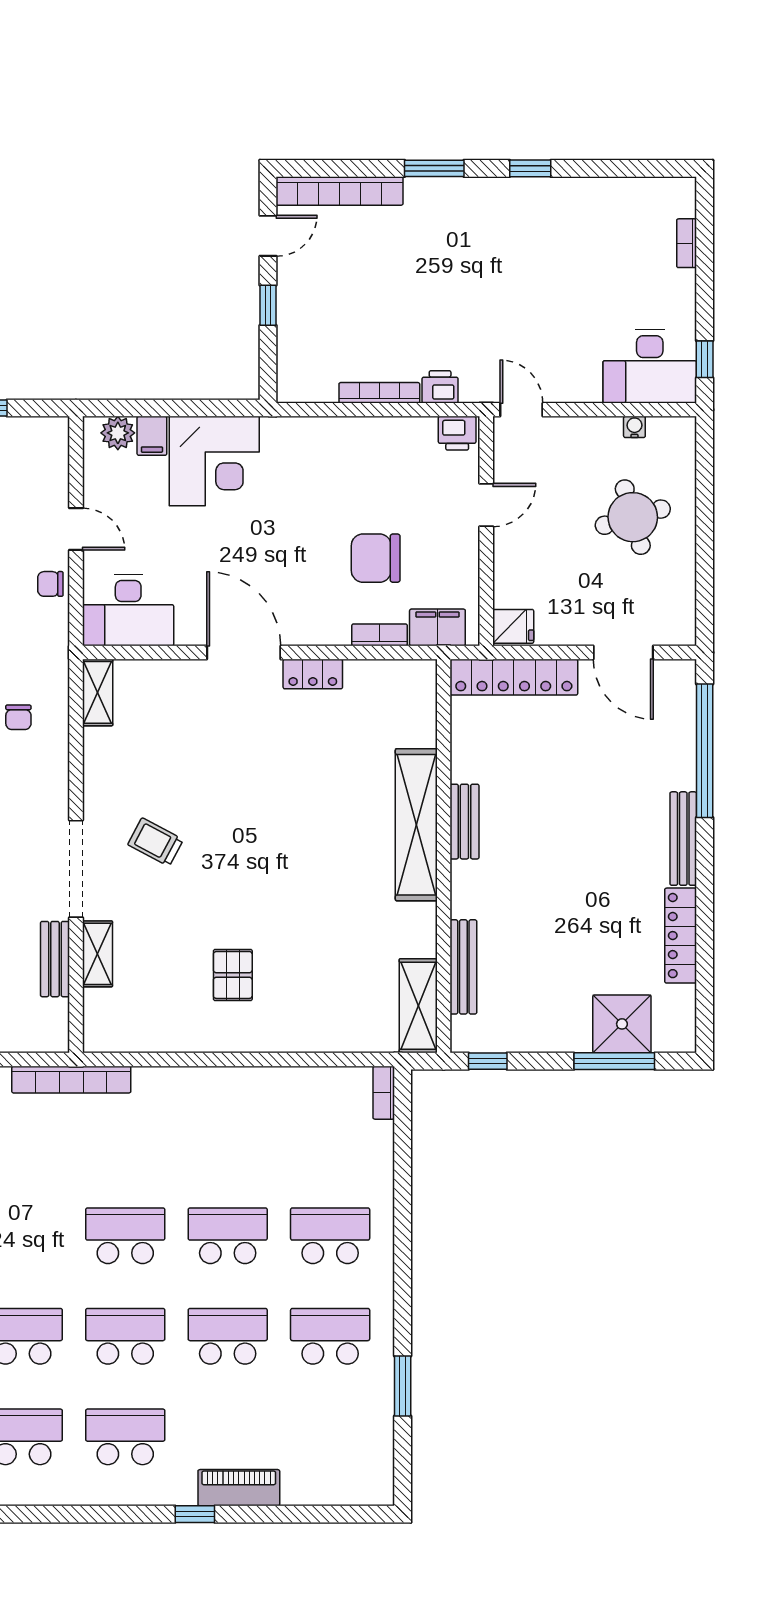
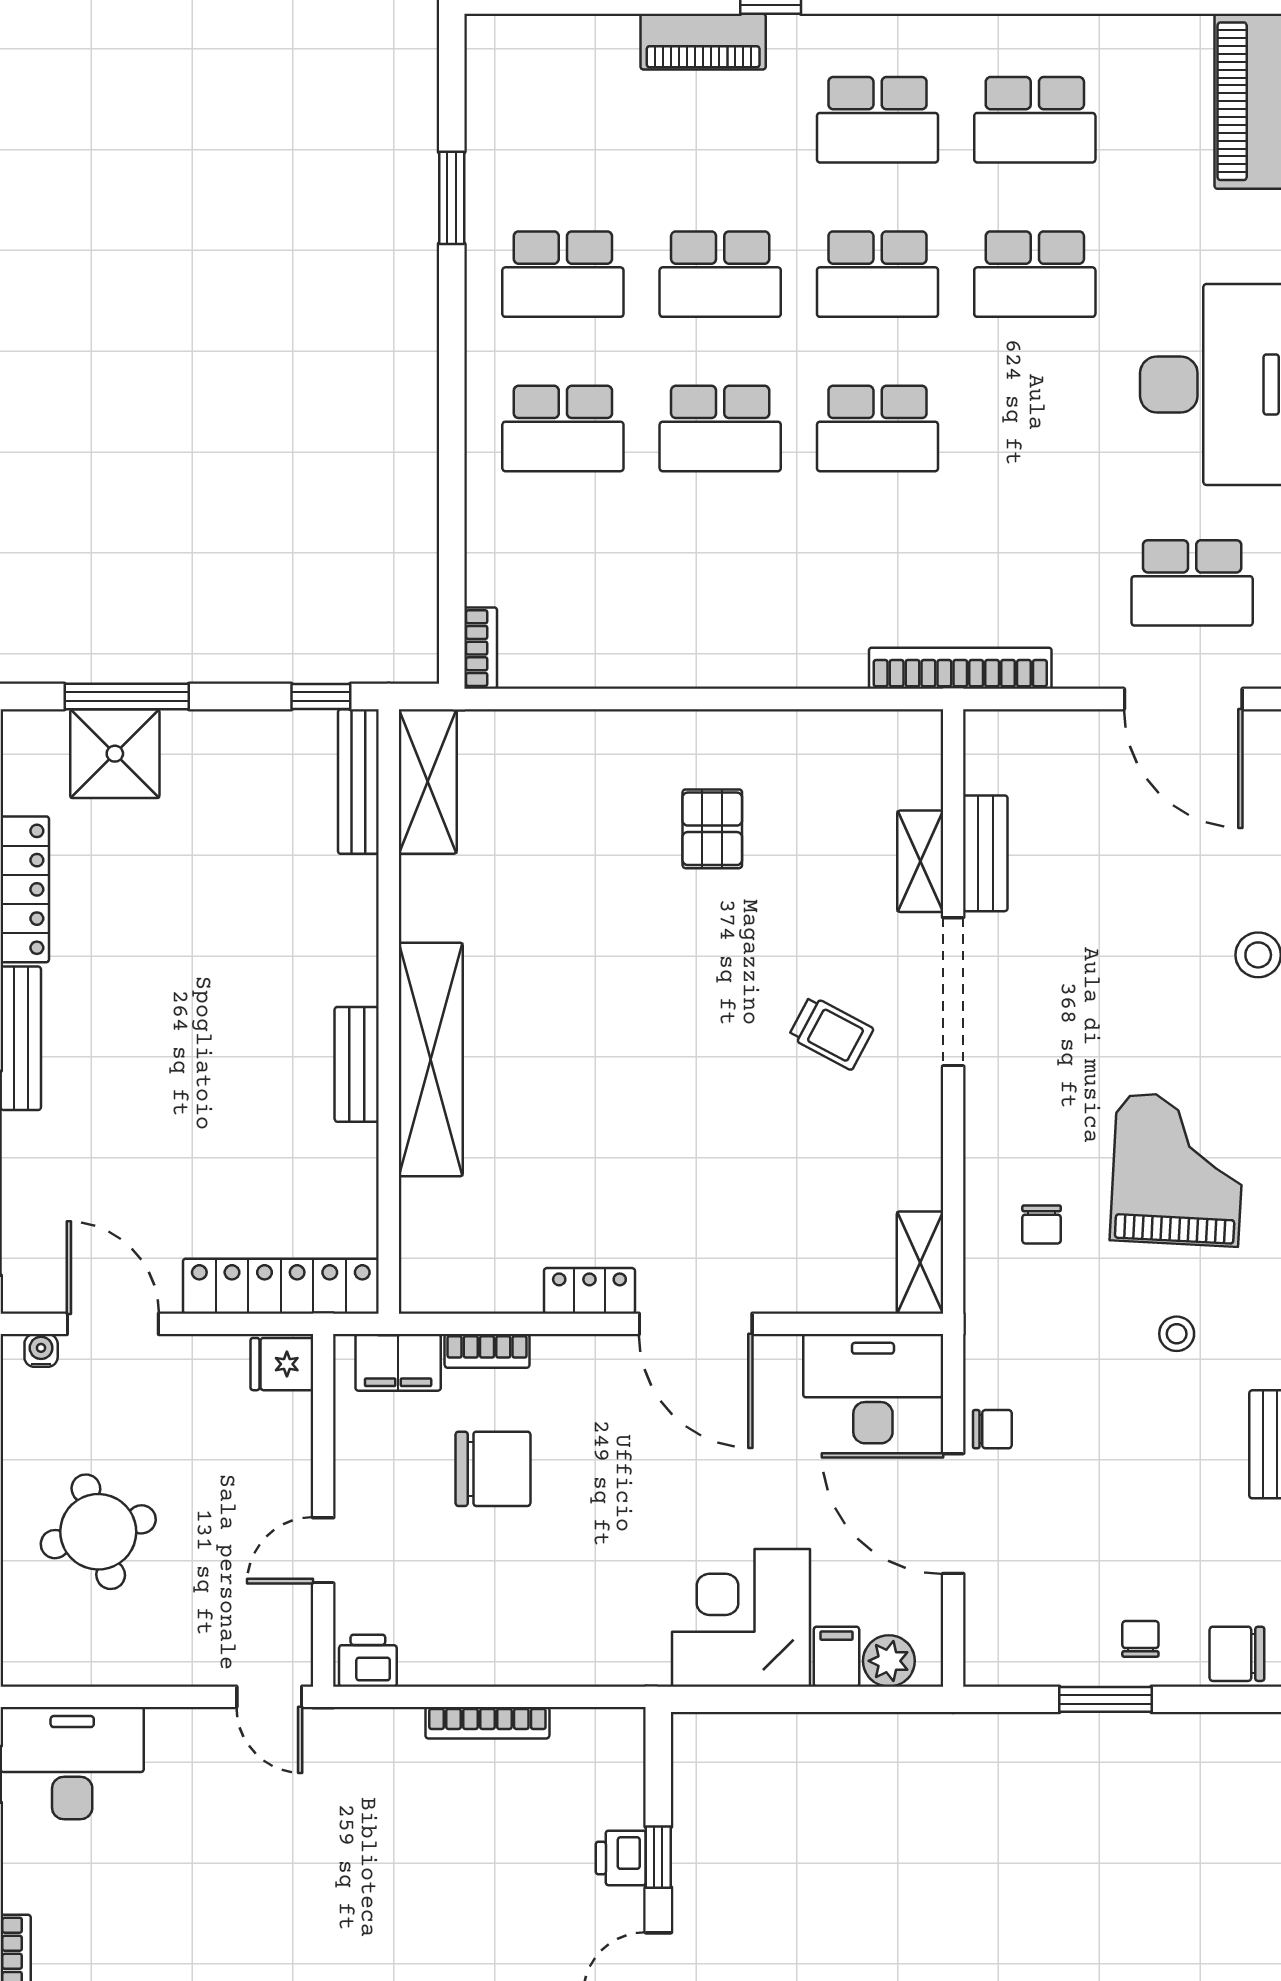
printer: (440, 387) -> (621, 1858), moved, turned 90
water cooler: (634, 427) -> (41, 1350), moved, turned 180
door: (76, 529) -> (953, 1514), width x1.88
chair: (18, 717) -> (1042, 1224), turned 180
bench: (463, 967) -> (358, 782), moved

